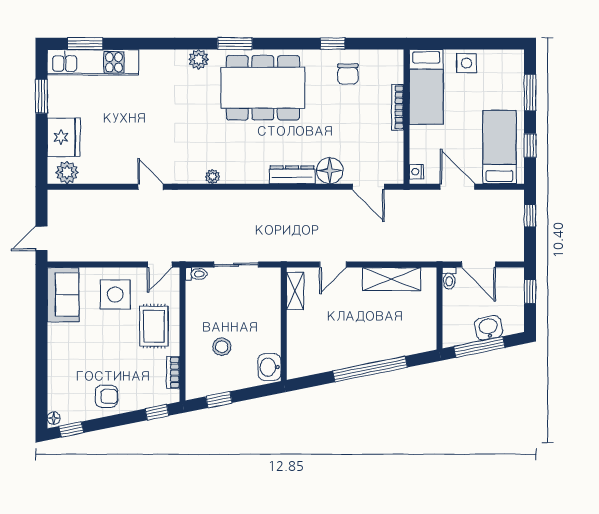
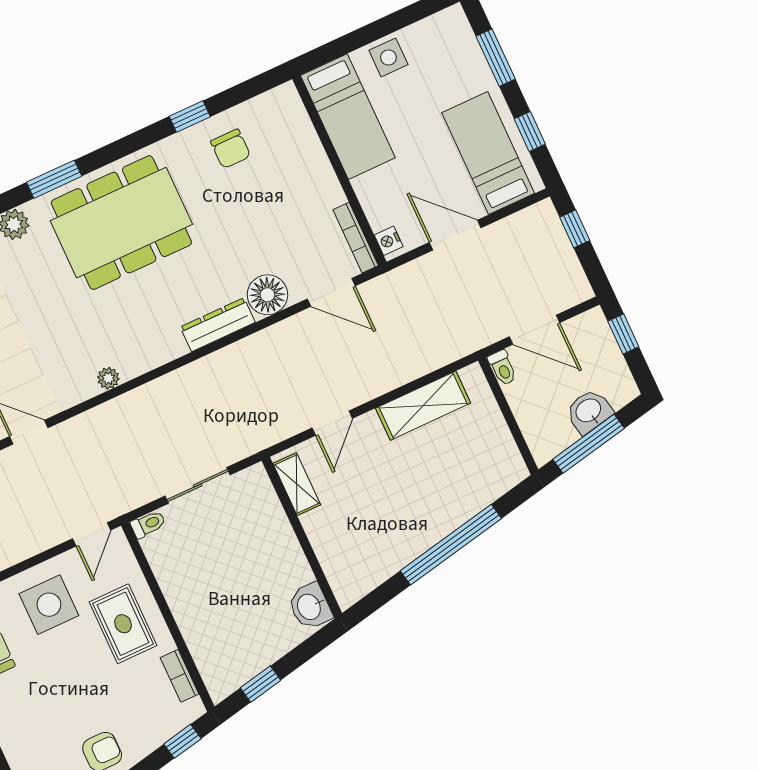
bookcase: (398, 107) -> (356, 238), moved
stool: (222, 347) -> (230, 609), removed

